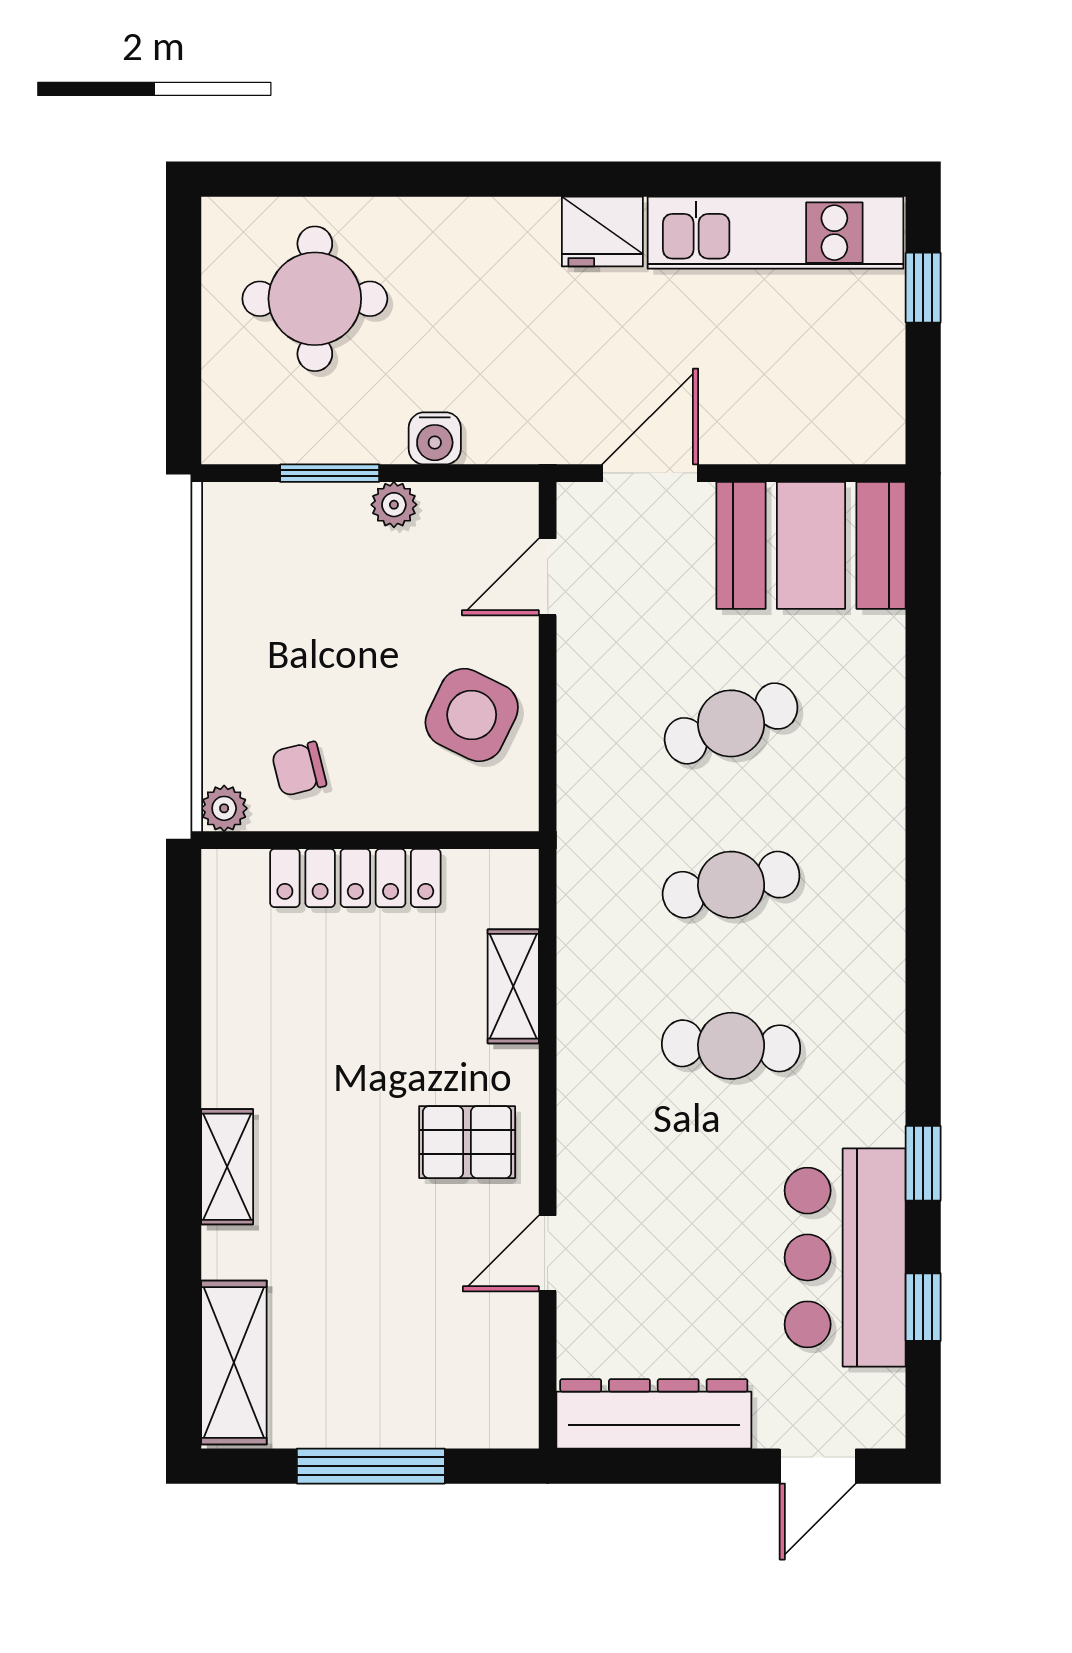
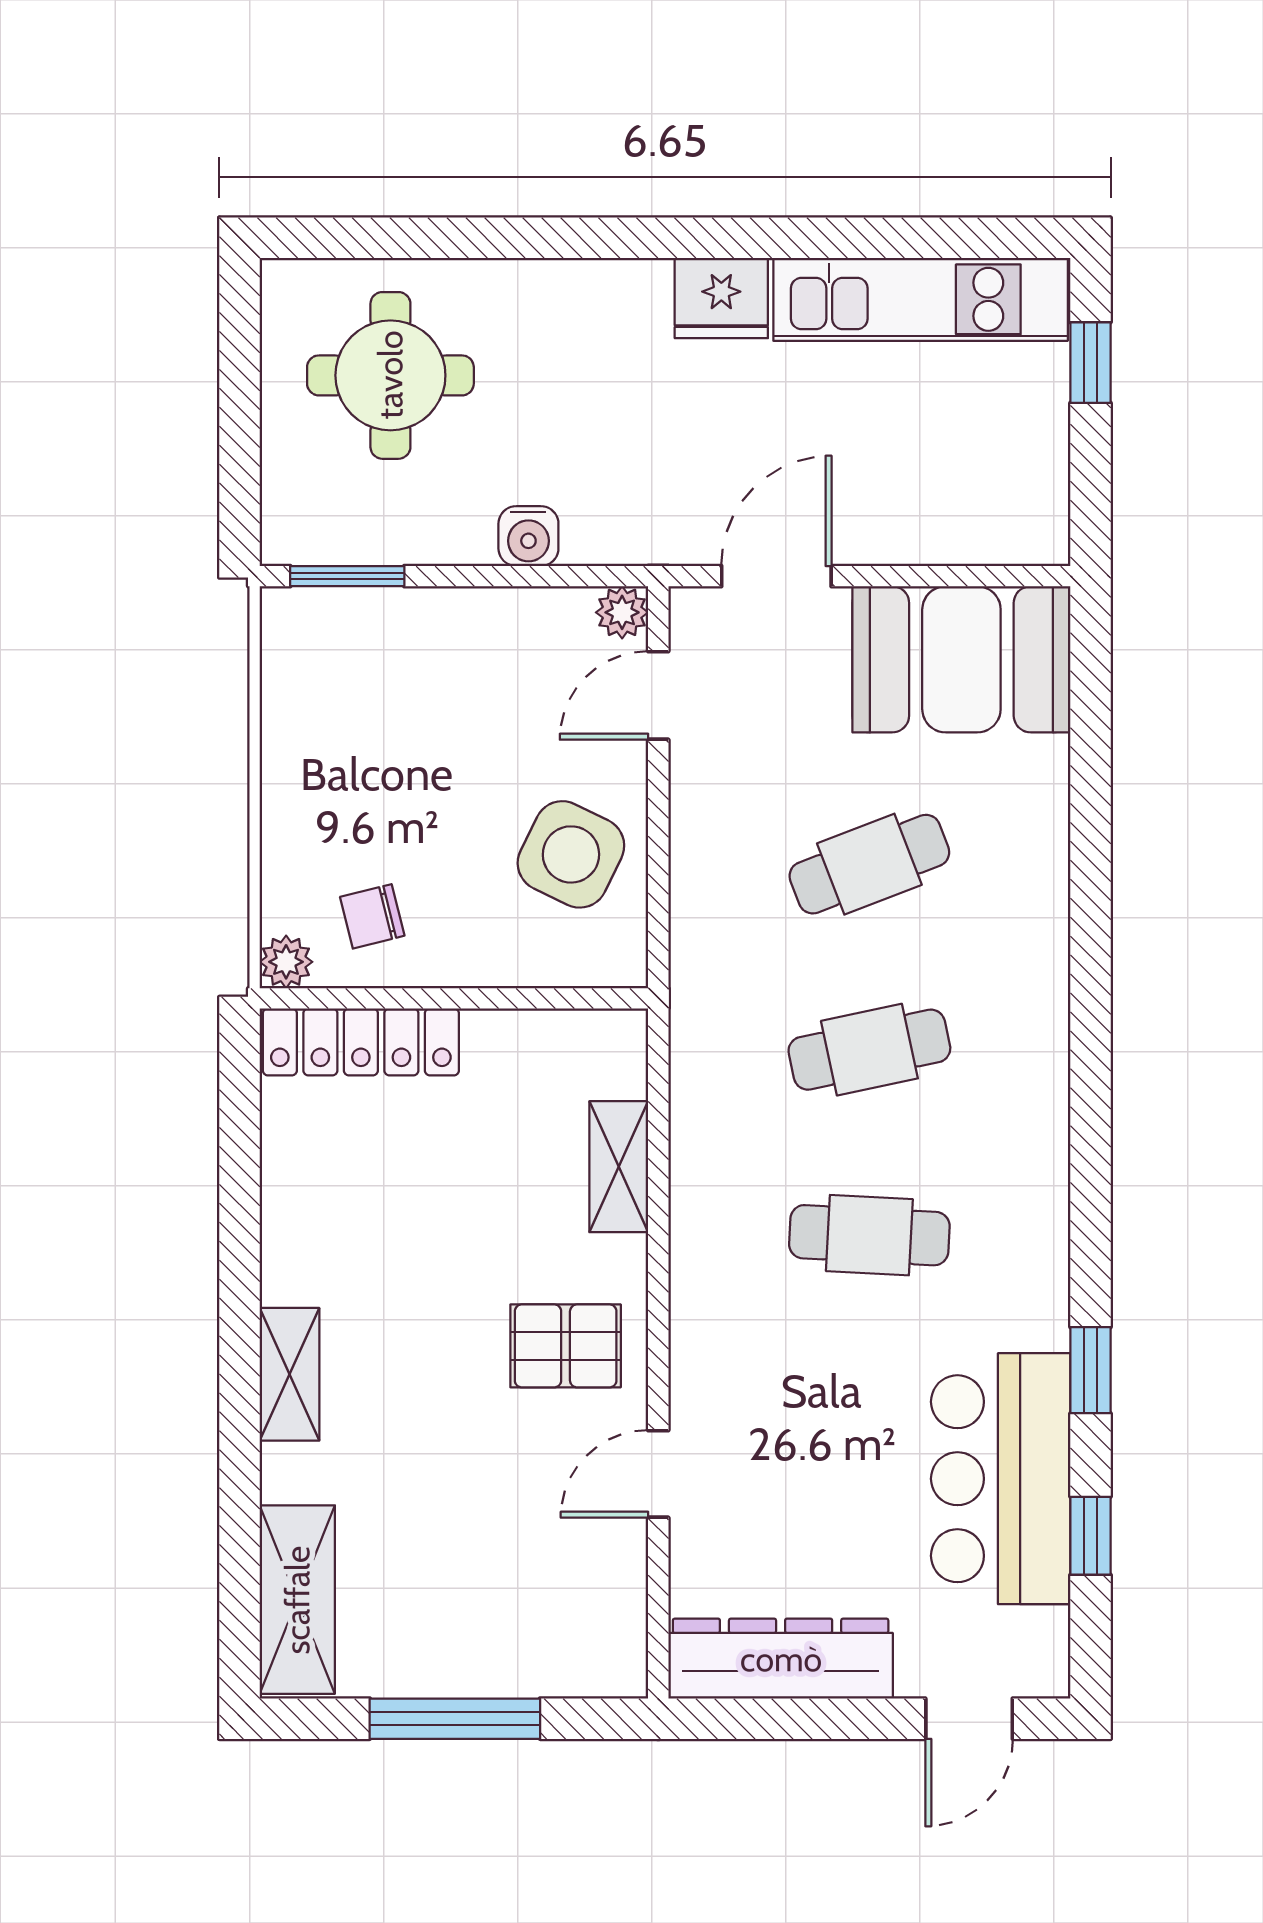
window: (330, 473) -> (347, 576), moved
plant: (394, 505) -> (622, 612), moved
locker: (355, 878) -> (361, 1042), moved

